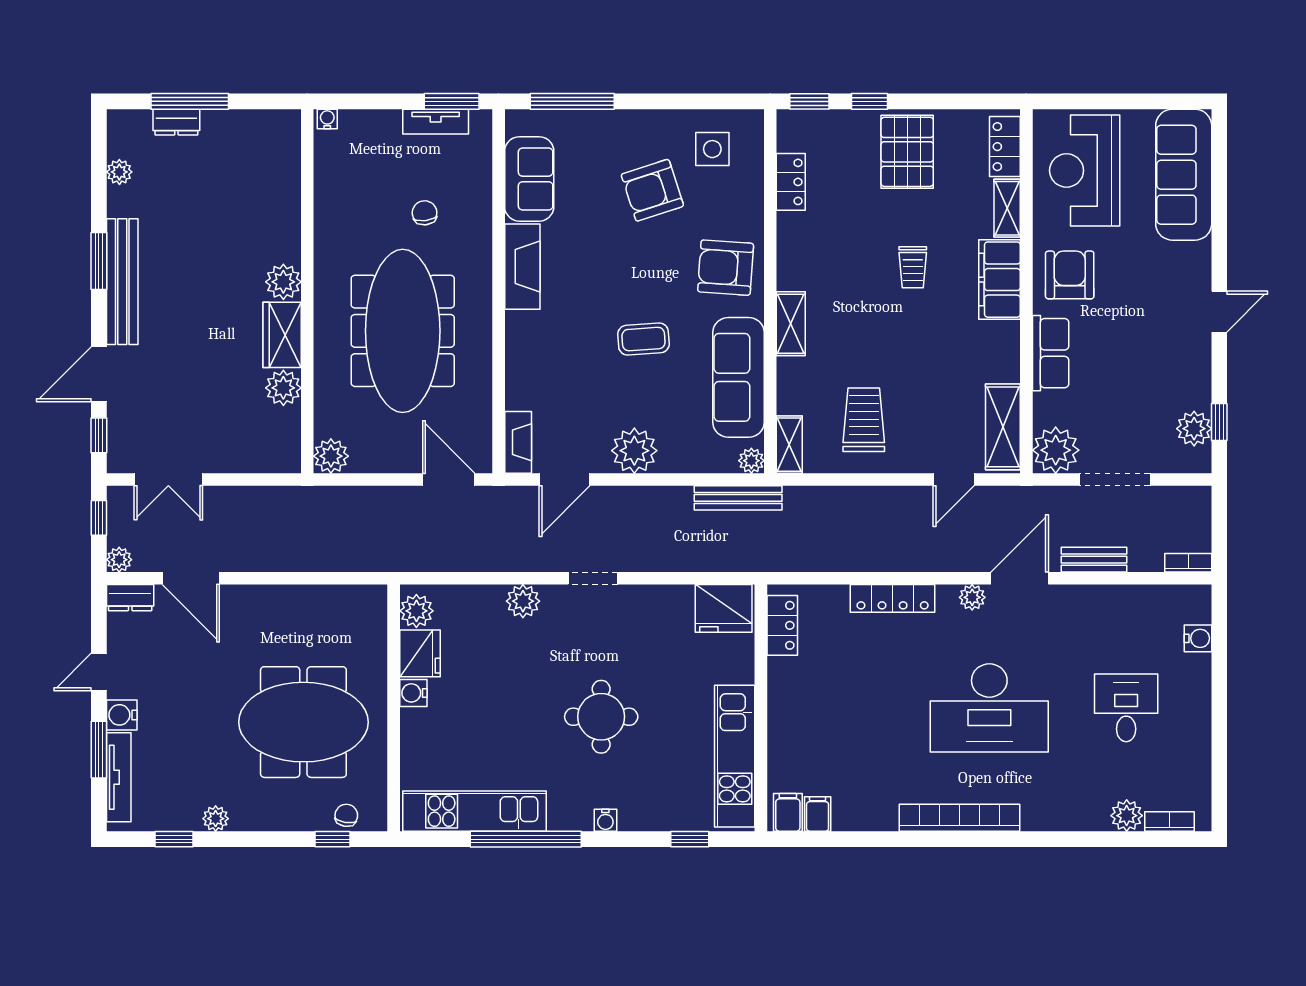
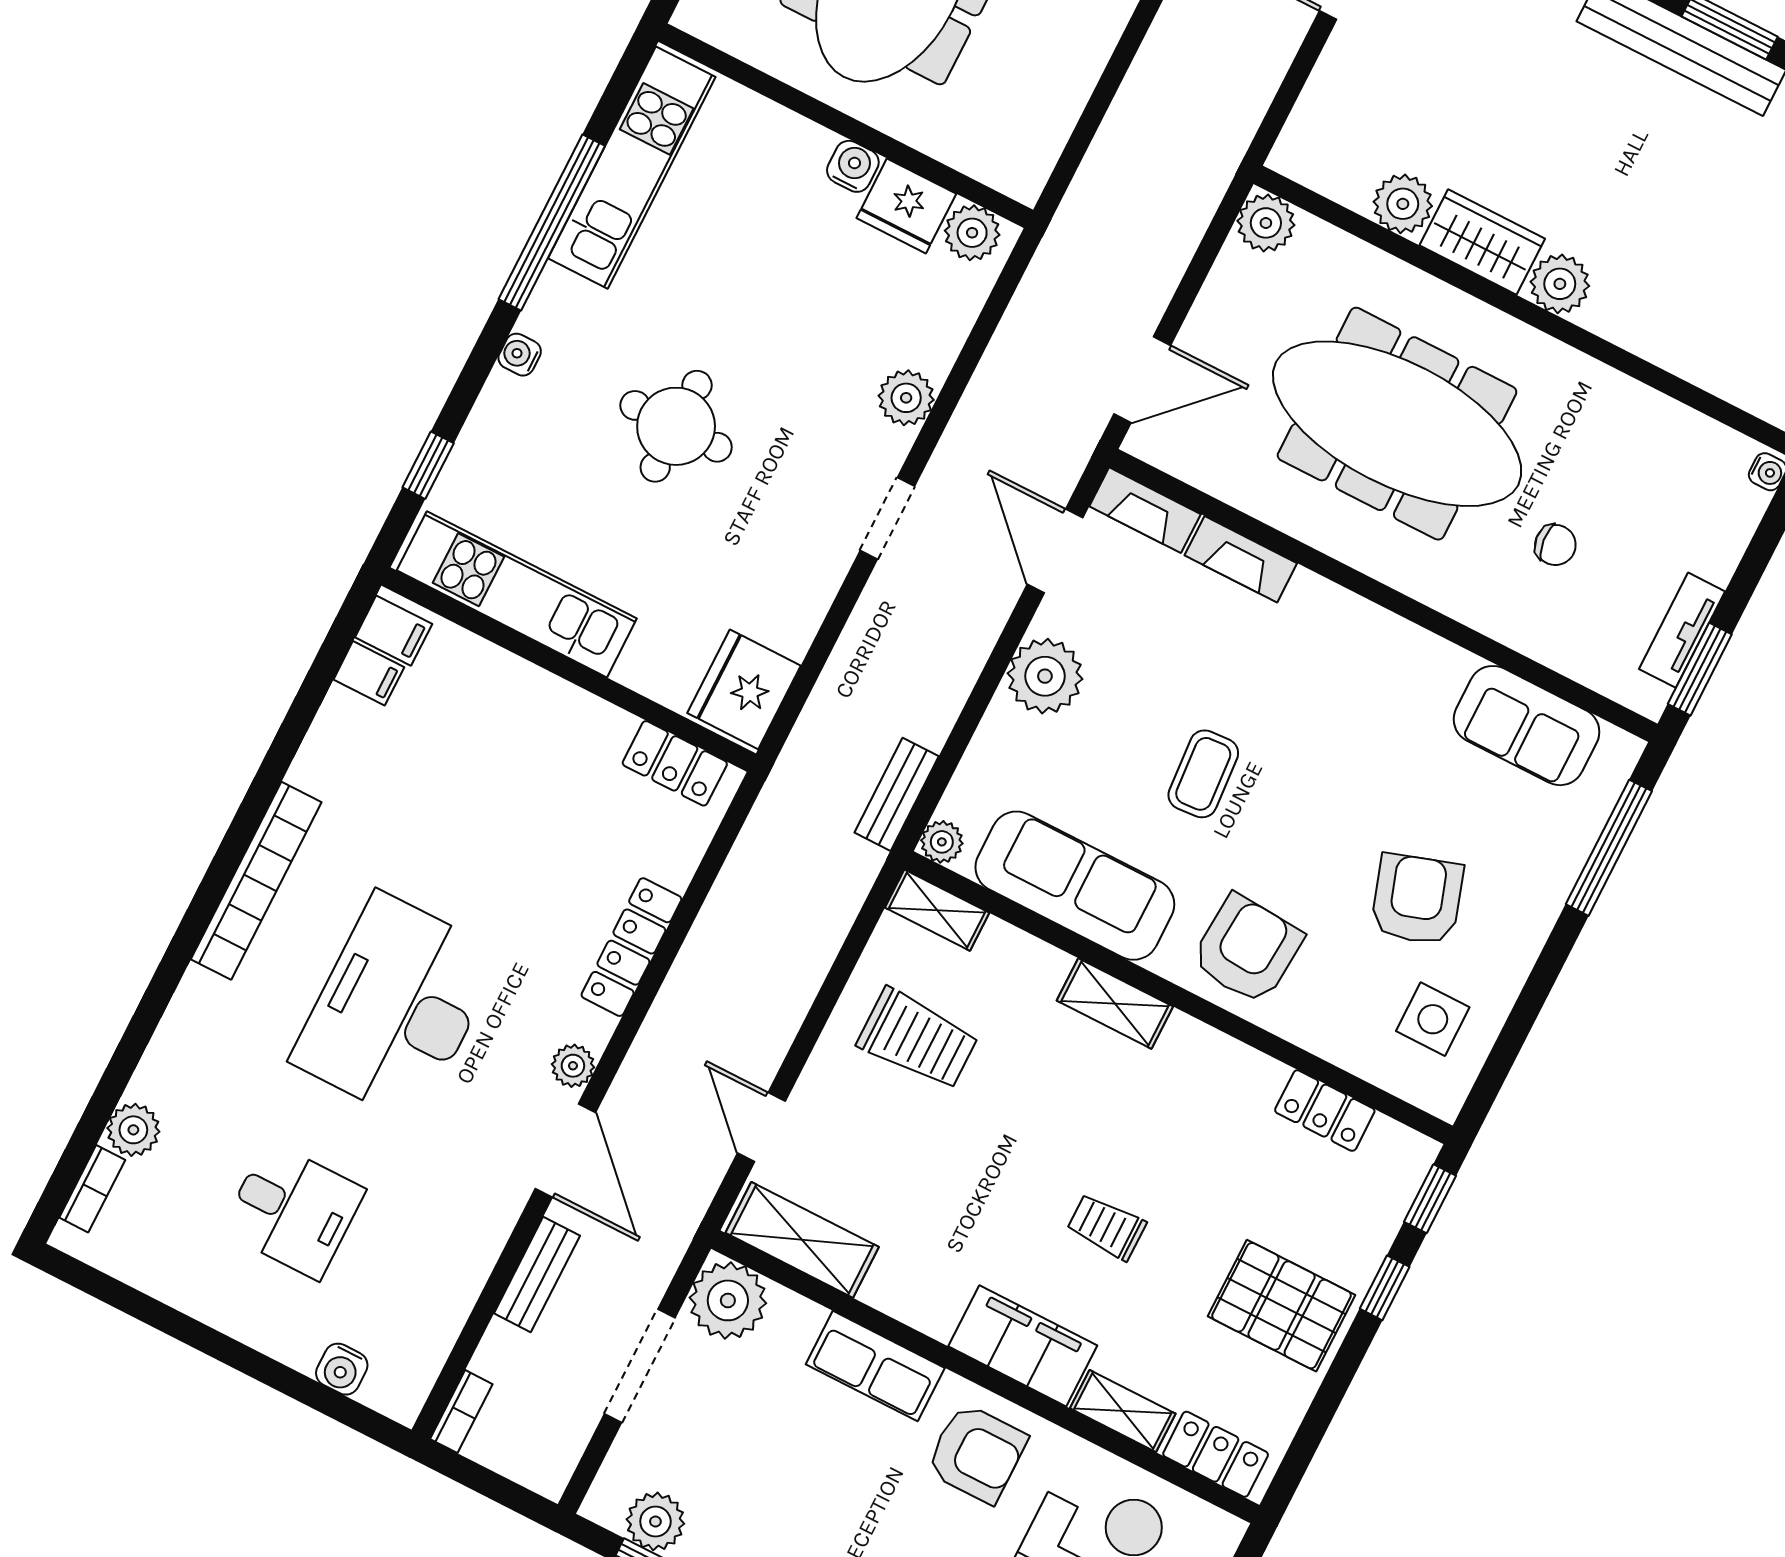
fireplace: (522, 267) -> (1241, 559), moved, width x0.73, depth x0.76
bench: (738, 498) -> (897, 794), width x0.73

